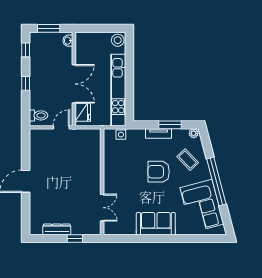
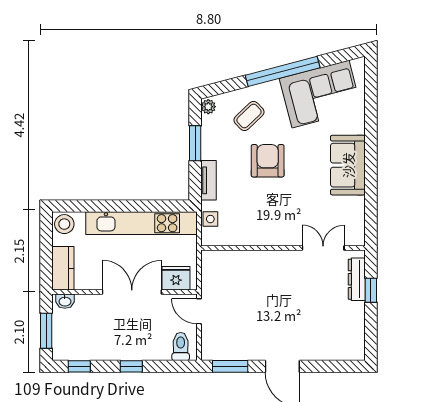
kitchen counter: (89, 39) -> (63, 268), added
tv unit: (159, 133) -> (208, 180), moved
window: (26, 147) -> (230, 366), added
armchair: (159, 172) -> (268, 161), turned 180
dresser: (57, 229) -> (357, 279), moved

